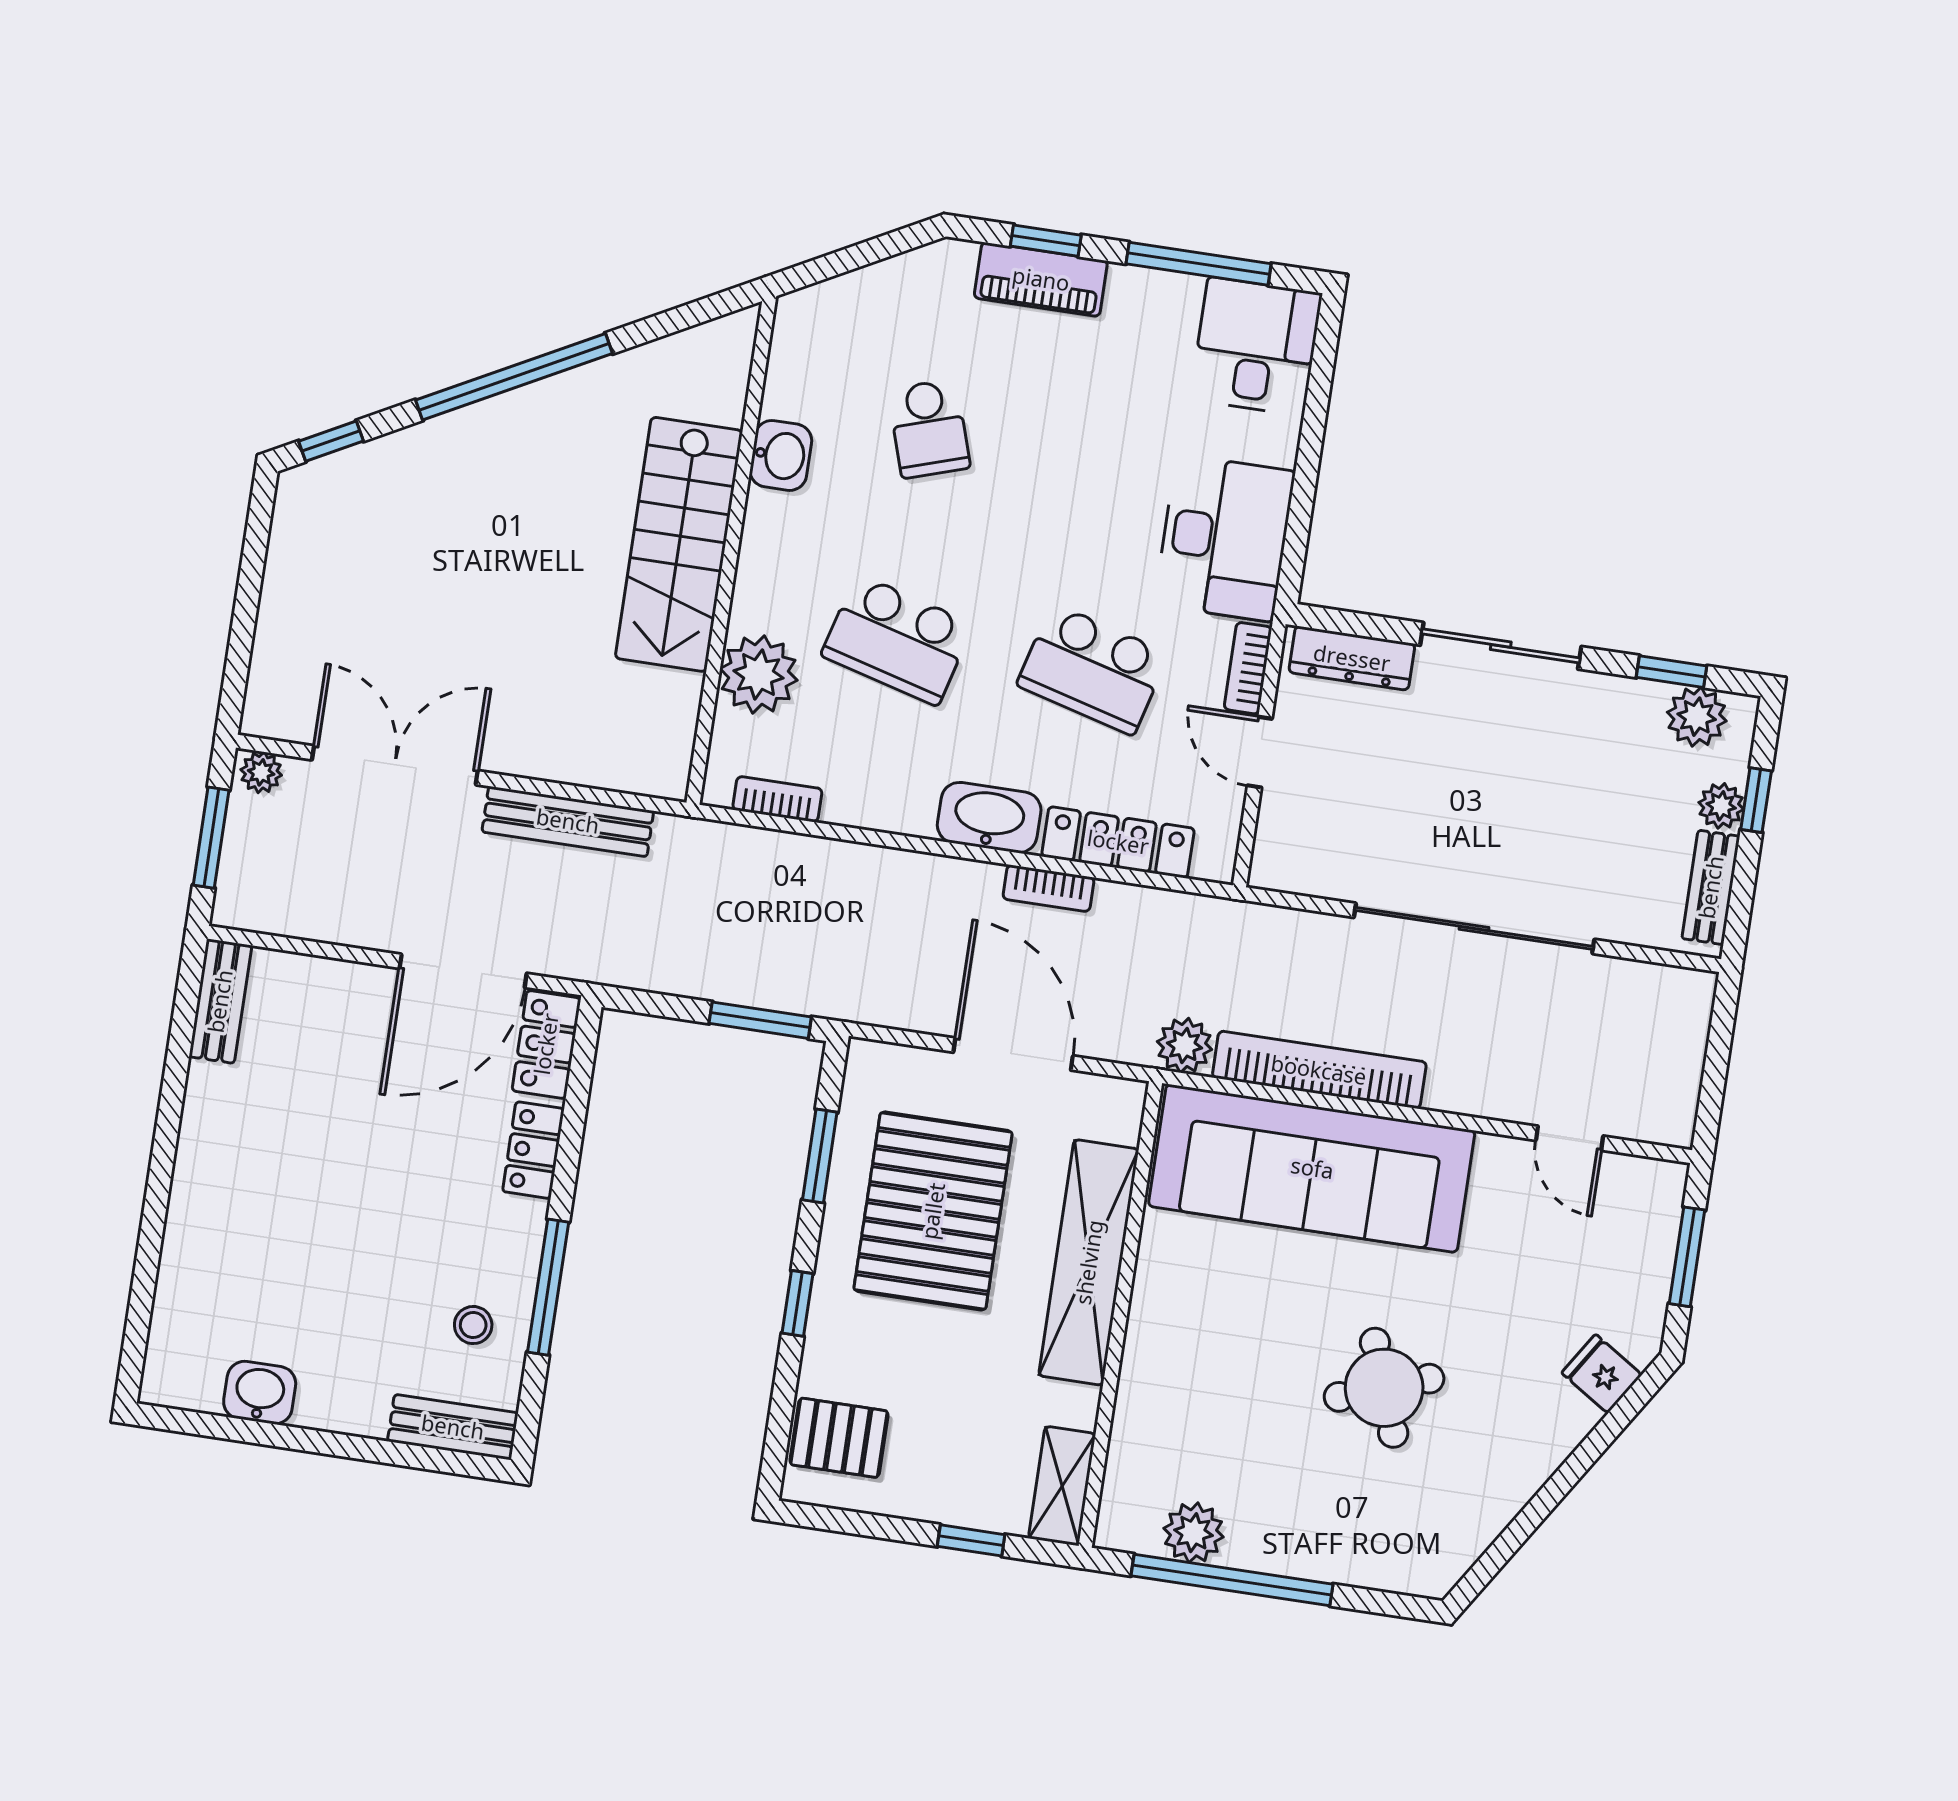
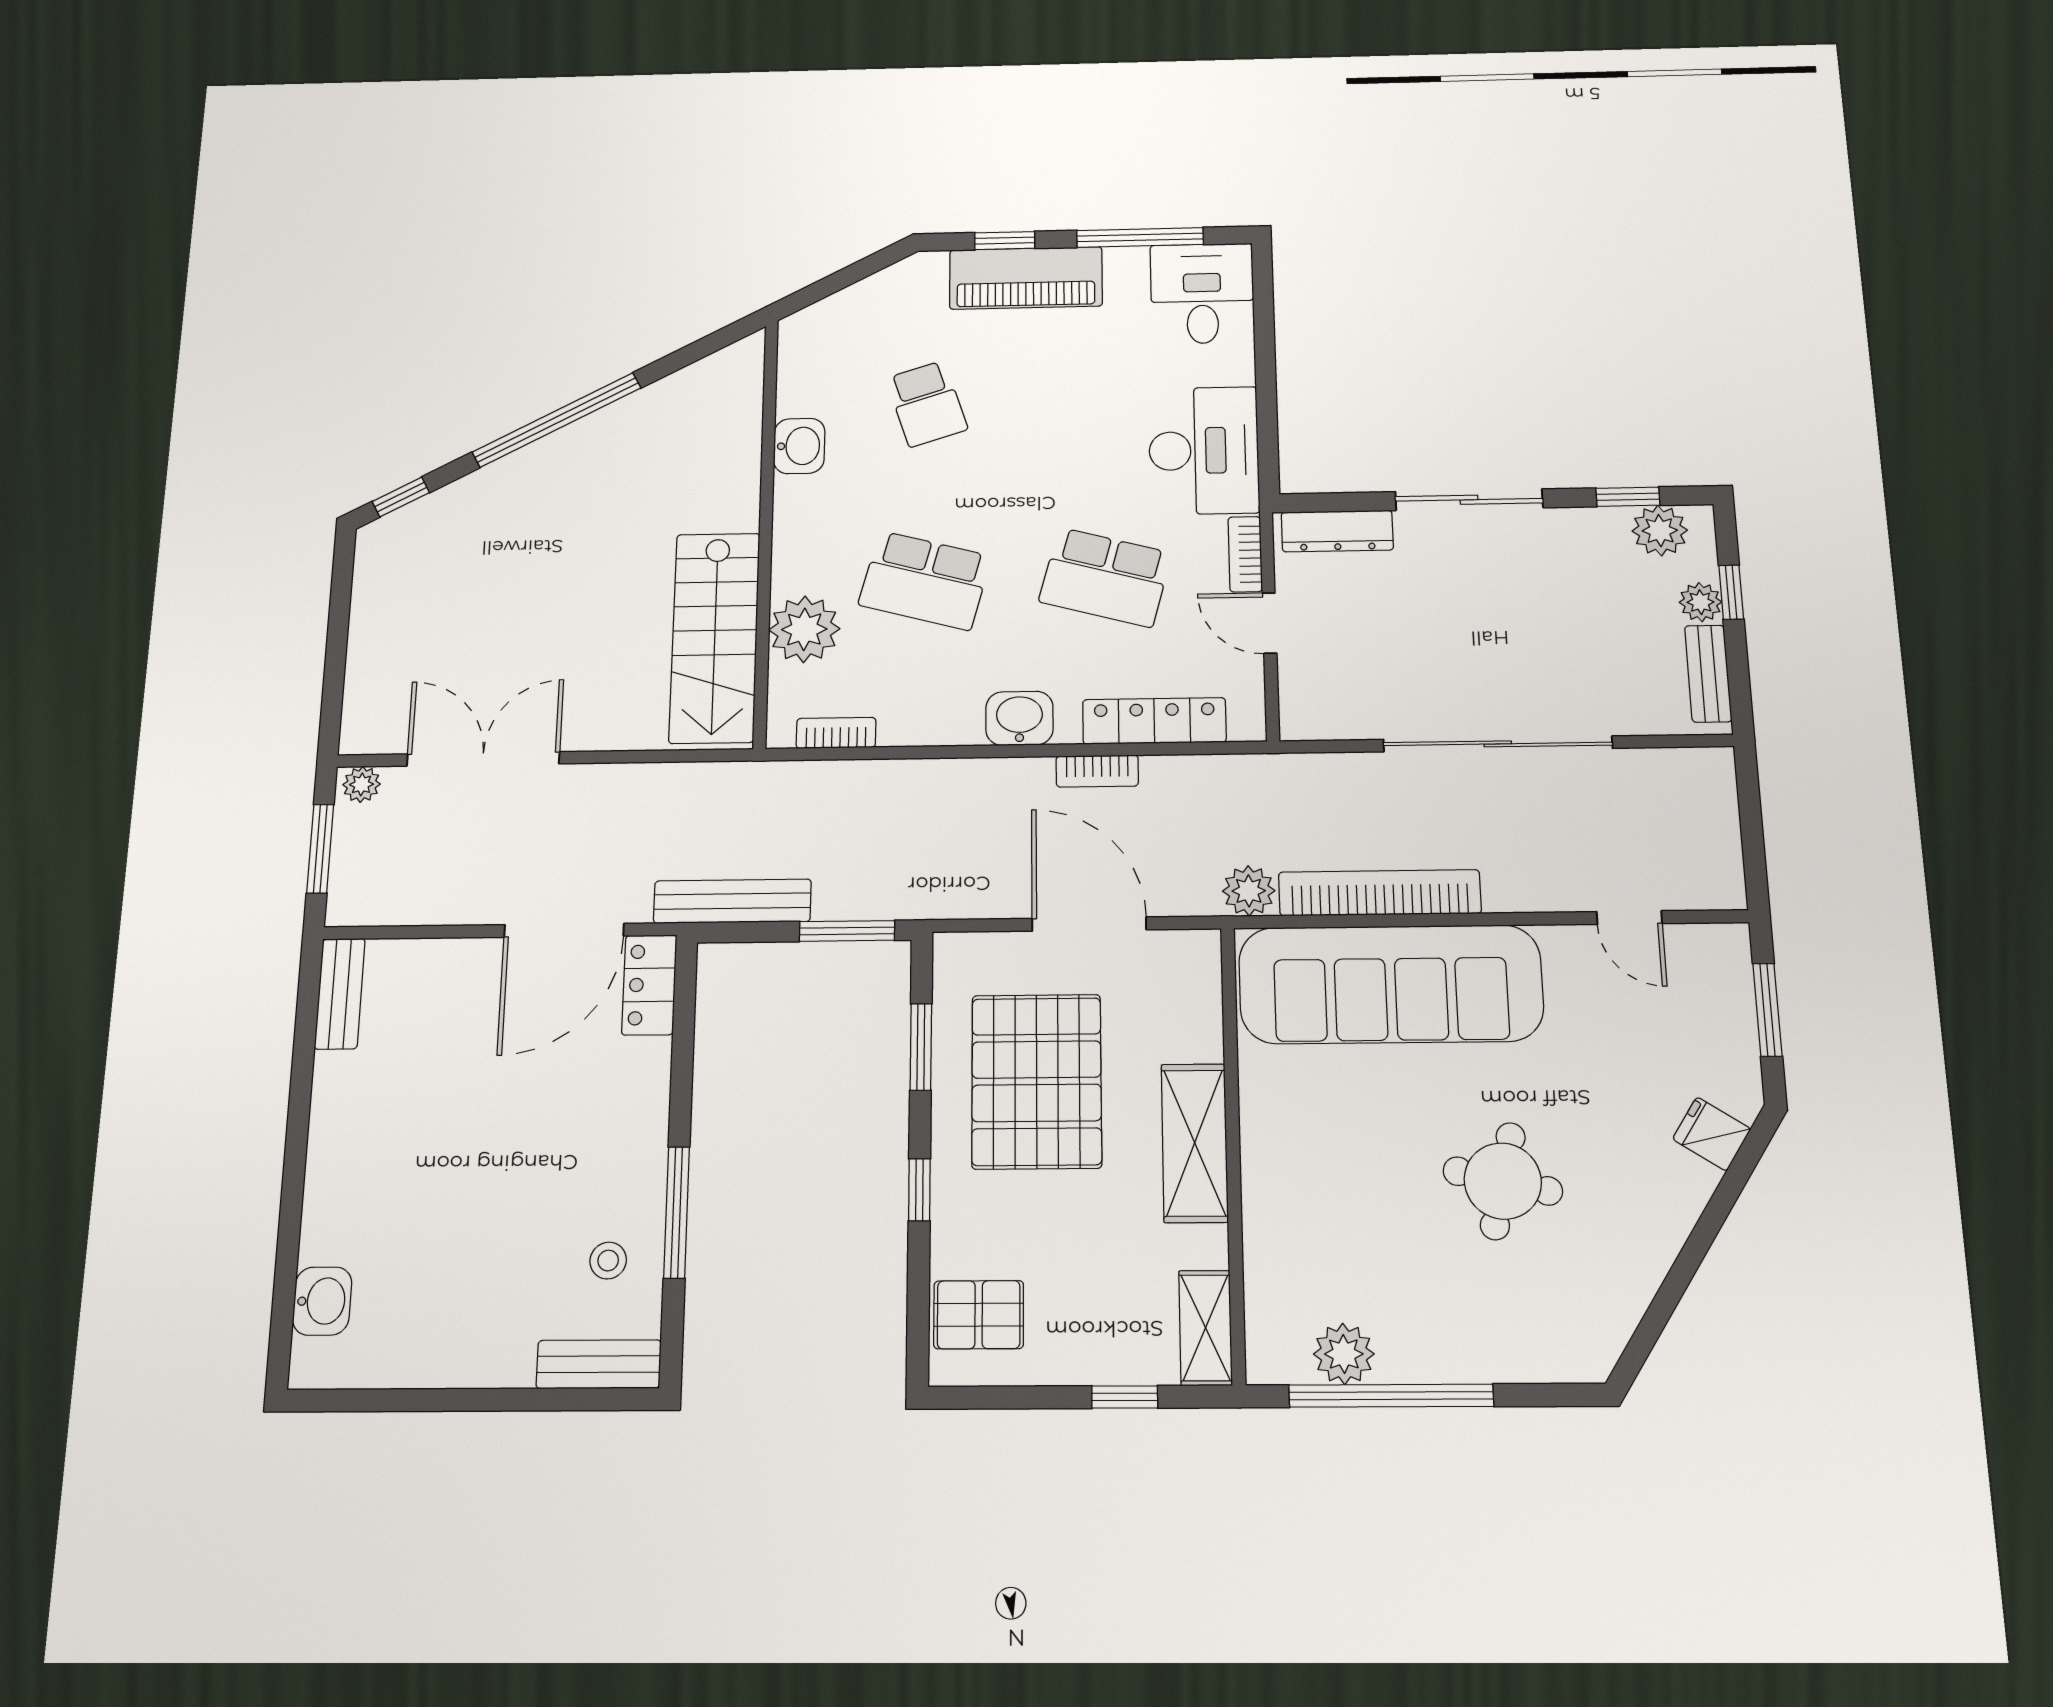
piano: (1041, 279) -> (1026, 278), width x1.37, depth x1.33
stairs: (679, 544) -> (715, 637), moved
washbasin: (989, 818) -> (1019, 718), width x0.72
bench: (568, 821) -> (732, 901), moved
locker: (533, 1150) -> (648, 1084), removed
shelving: (1089, 1262) -> (1195, 1143), width x0.68
round table: (1384, 1388) -> (1503, 1181), turned 33
washbasin: (260, 1393) -> (322, 1301), moved, turned 90

